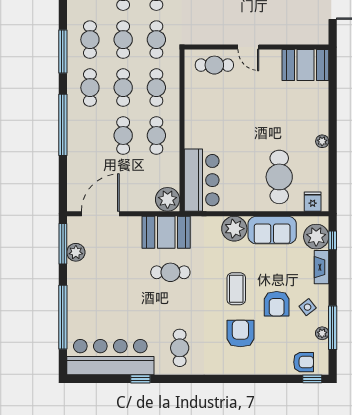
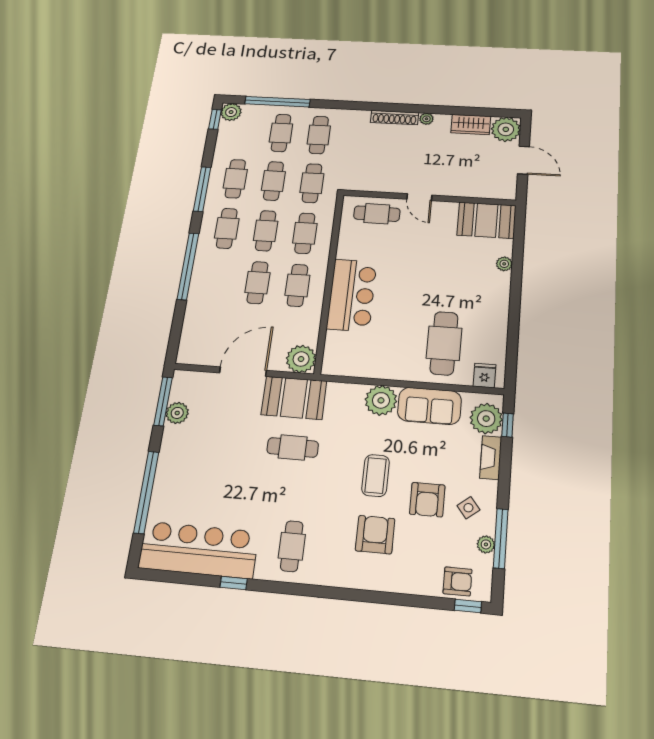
plant: (322, 141) -> (504, 264), moved
bar counter: (202, 180) -> (352, 295), moved
door: (100, 214) -> (243, 372), moved

